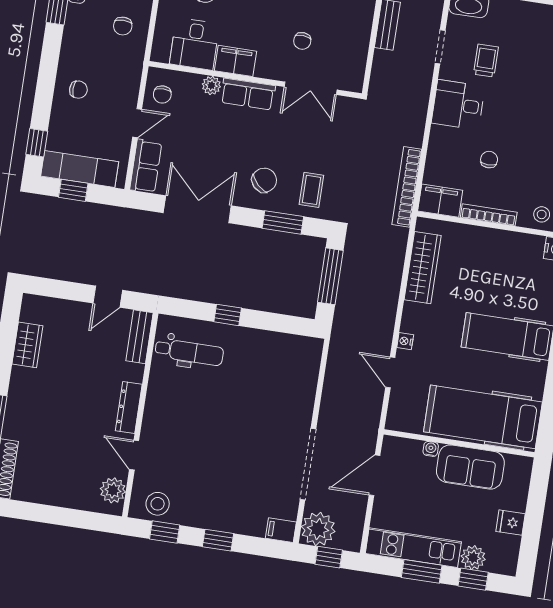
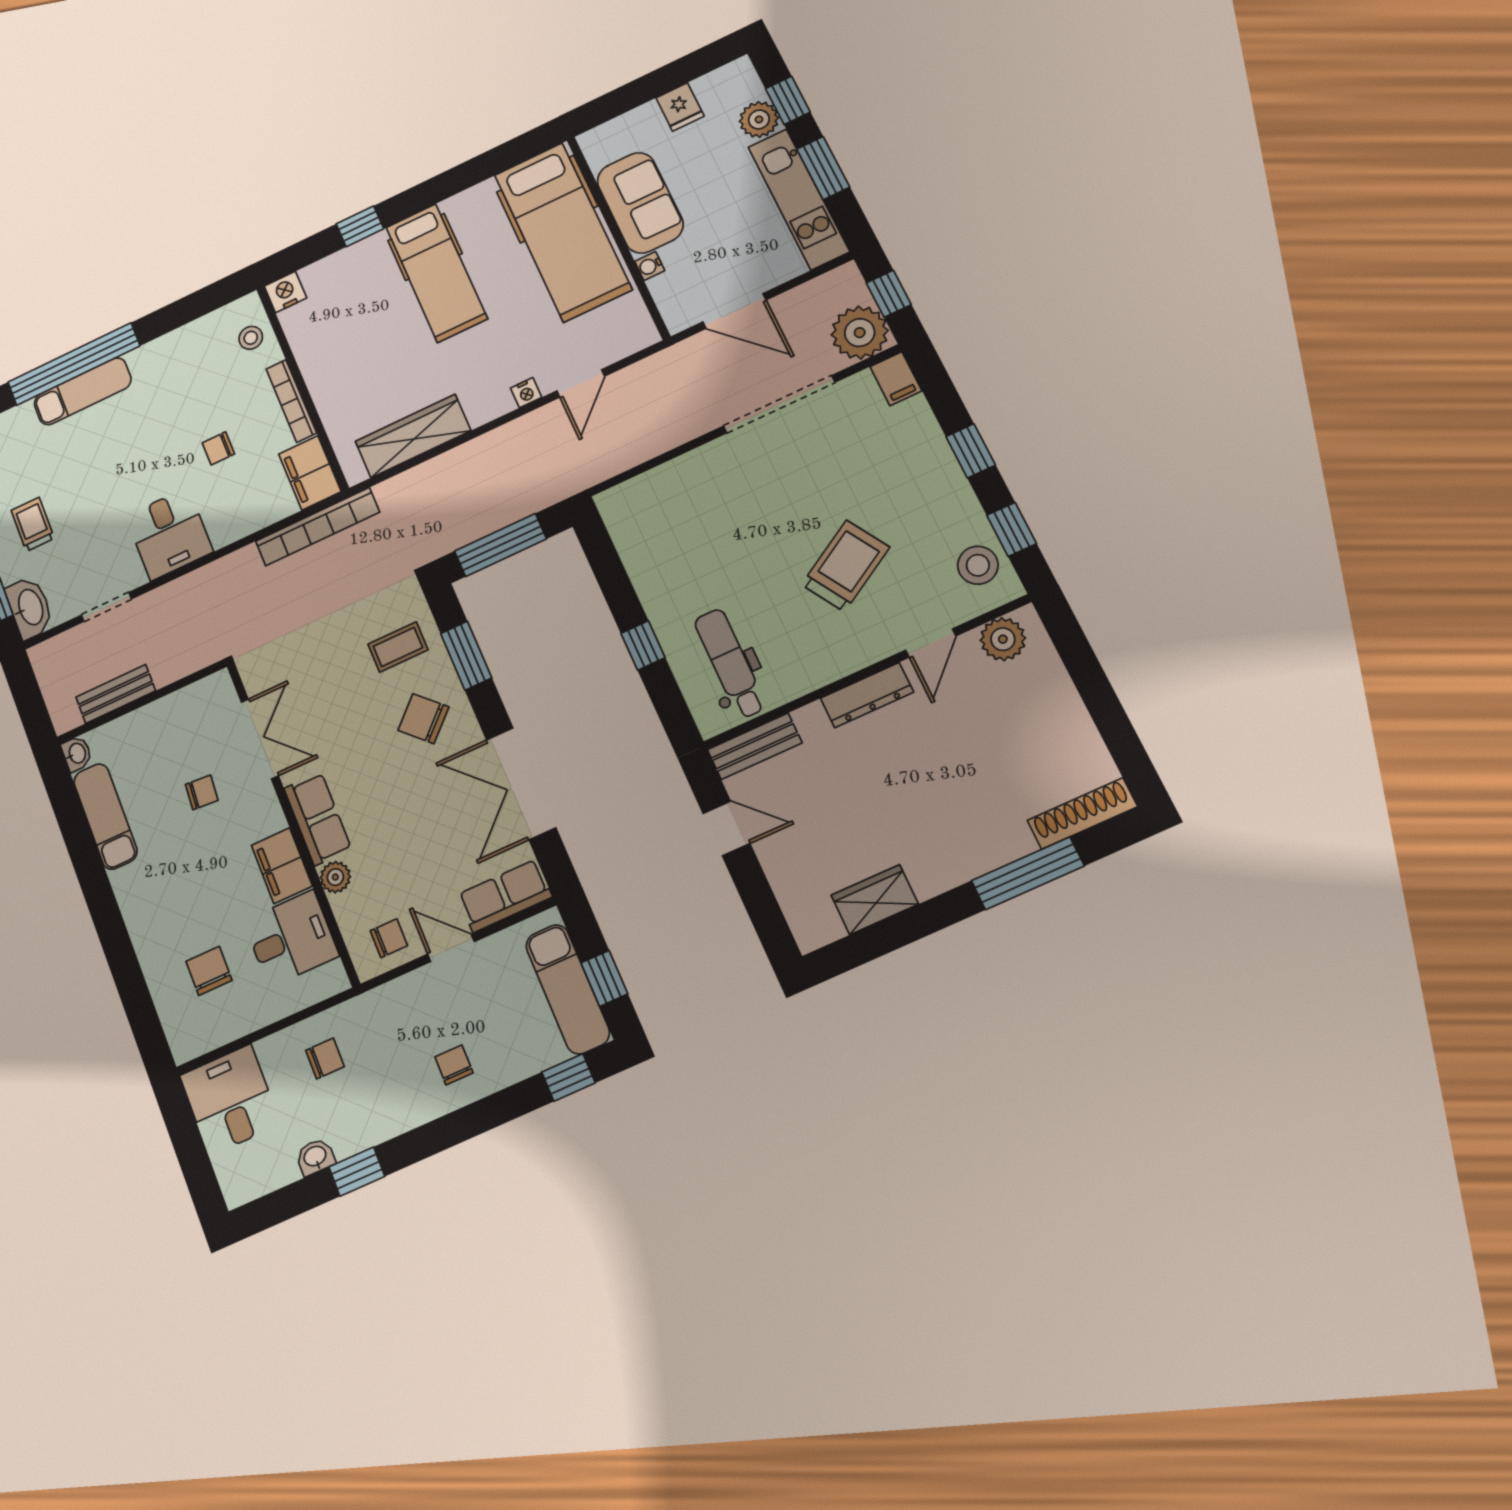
trolley: (486, 61) -> (33, 524), moved, turned 90
trolley: (201, 441) -> (845, 566), added

